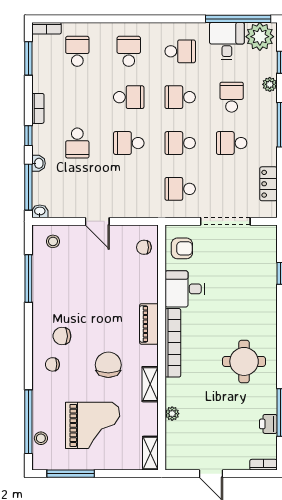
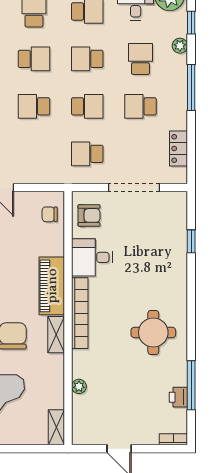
school desk: (180, 143) -> (87, 106), turned 180
piano: (149, 324) -> (52, 286), width x1.37, depth x1.33
shelving: (150, 384) -> (56, 335), moved

